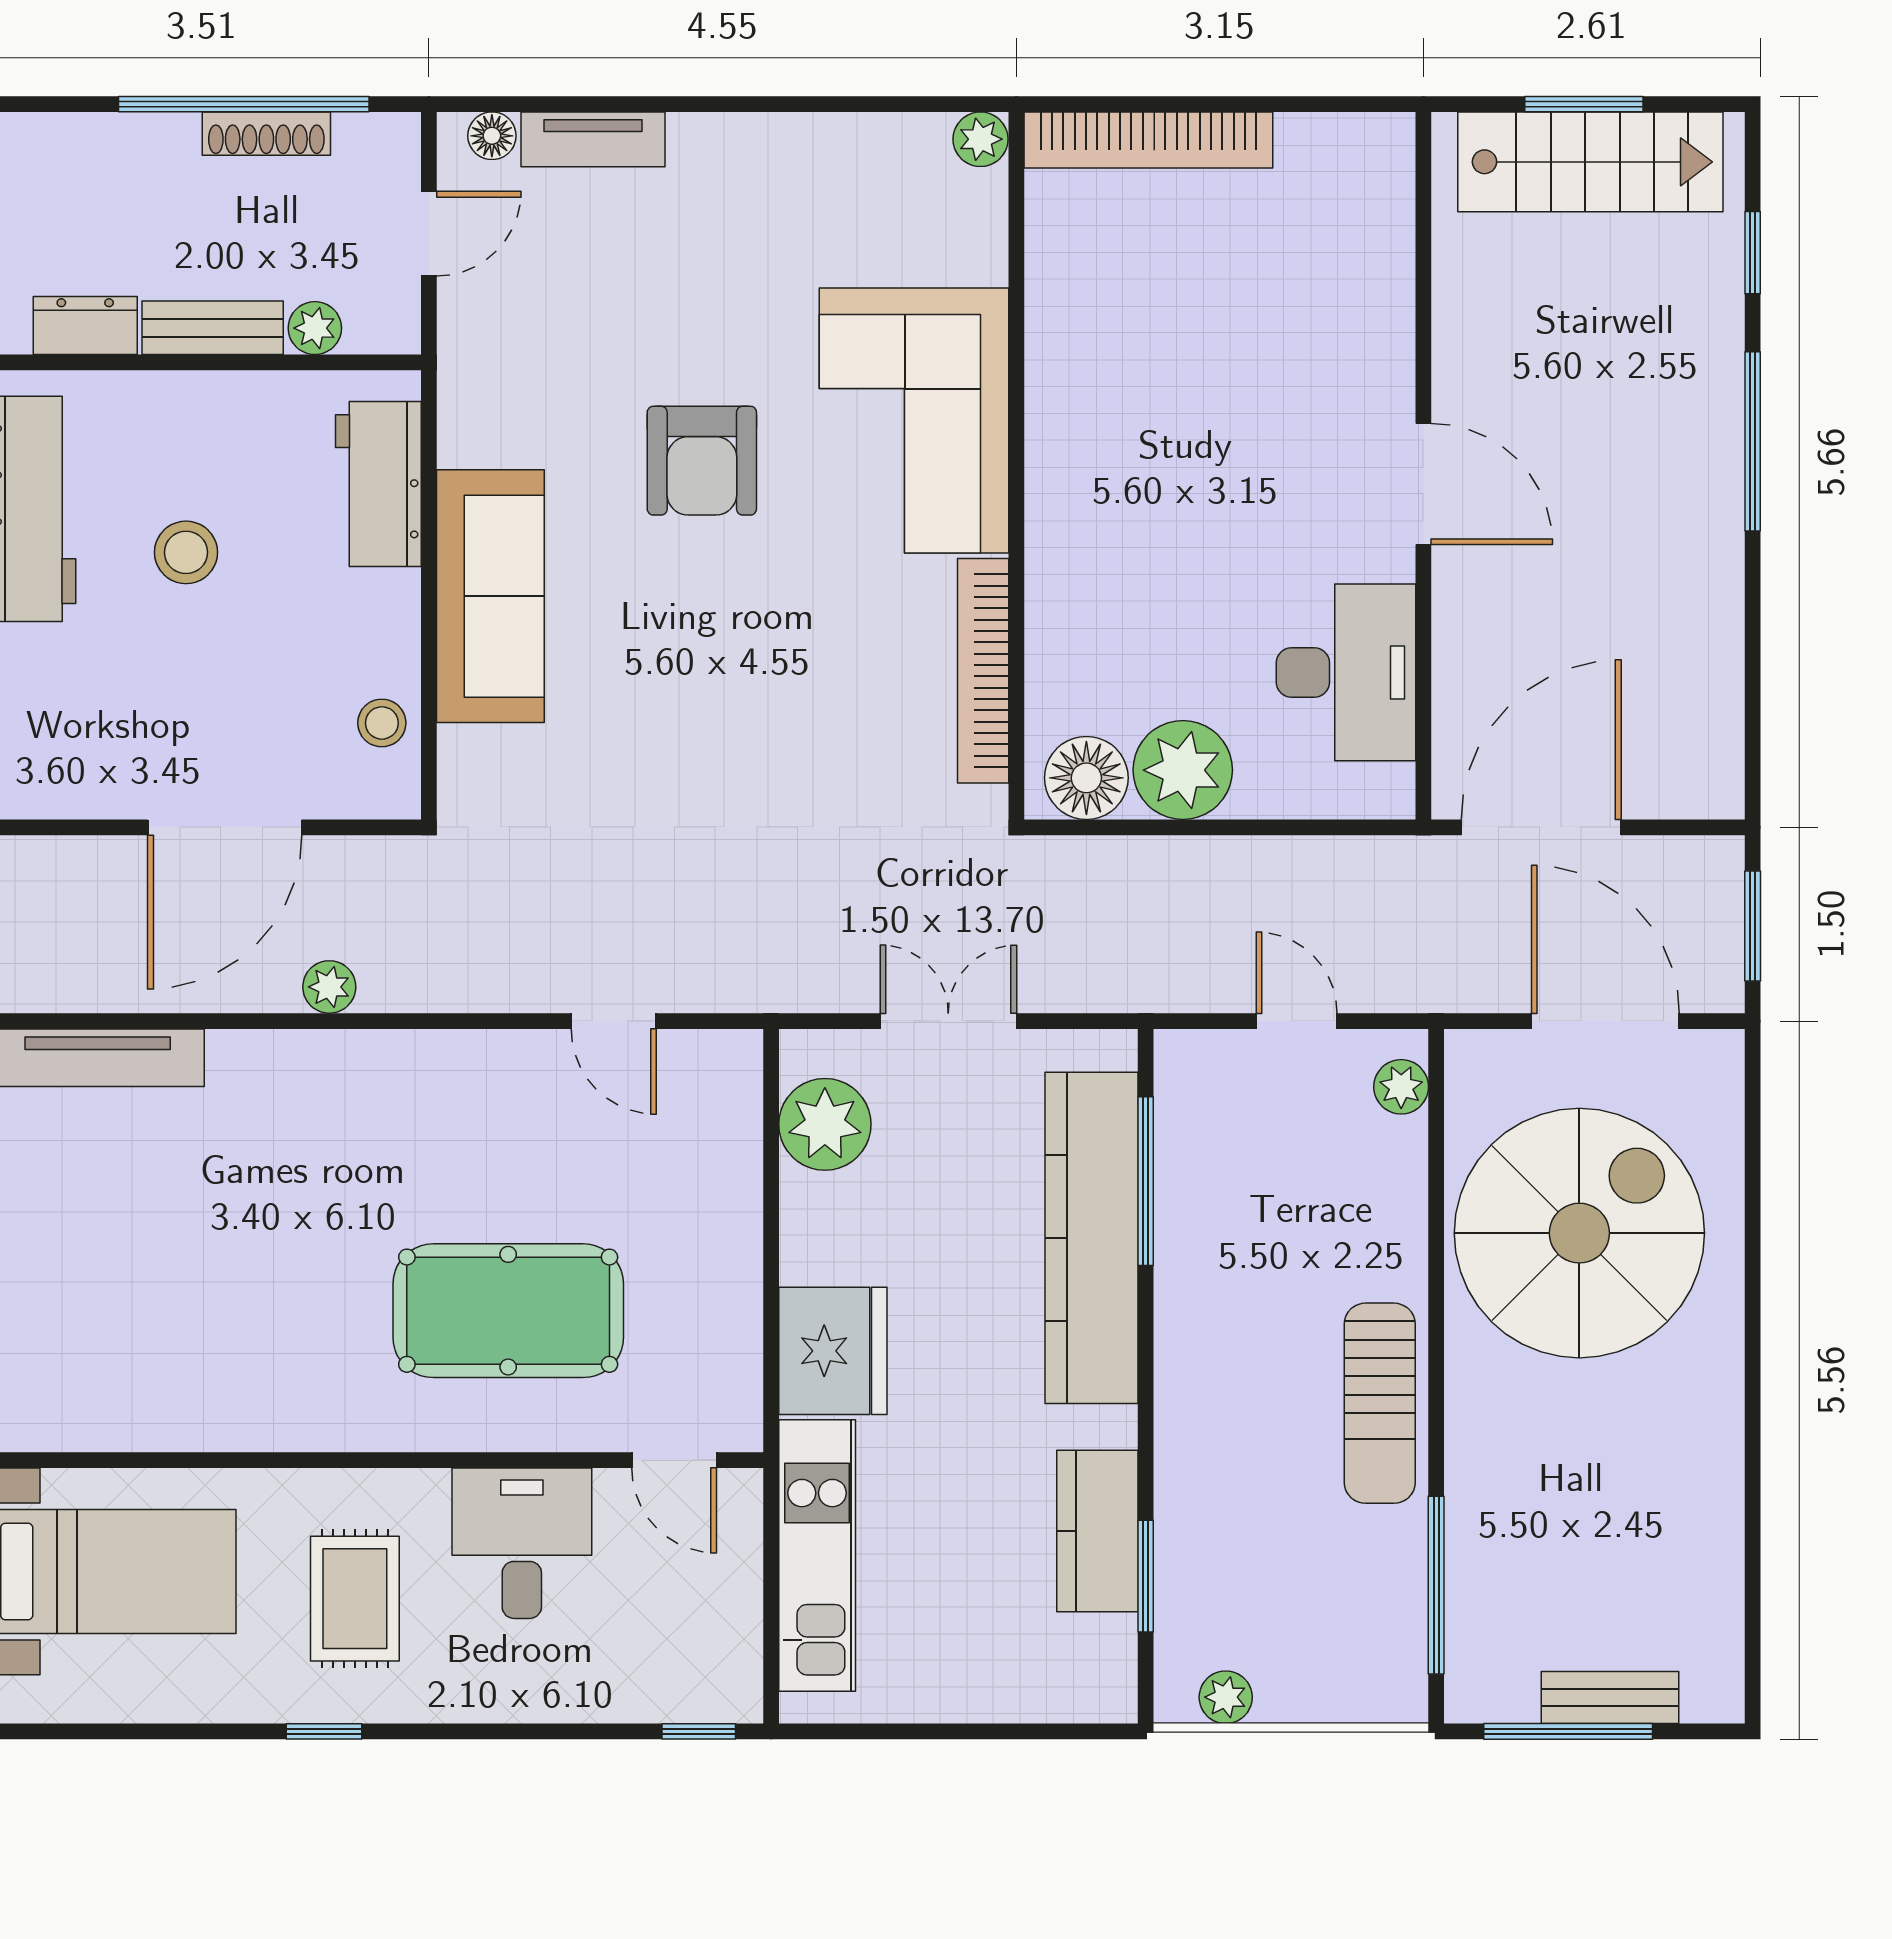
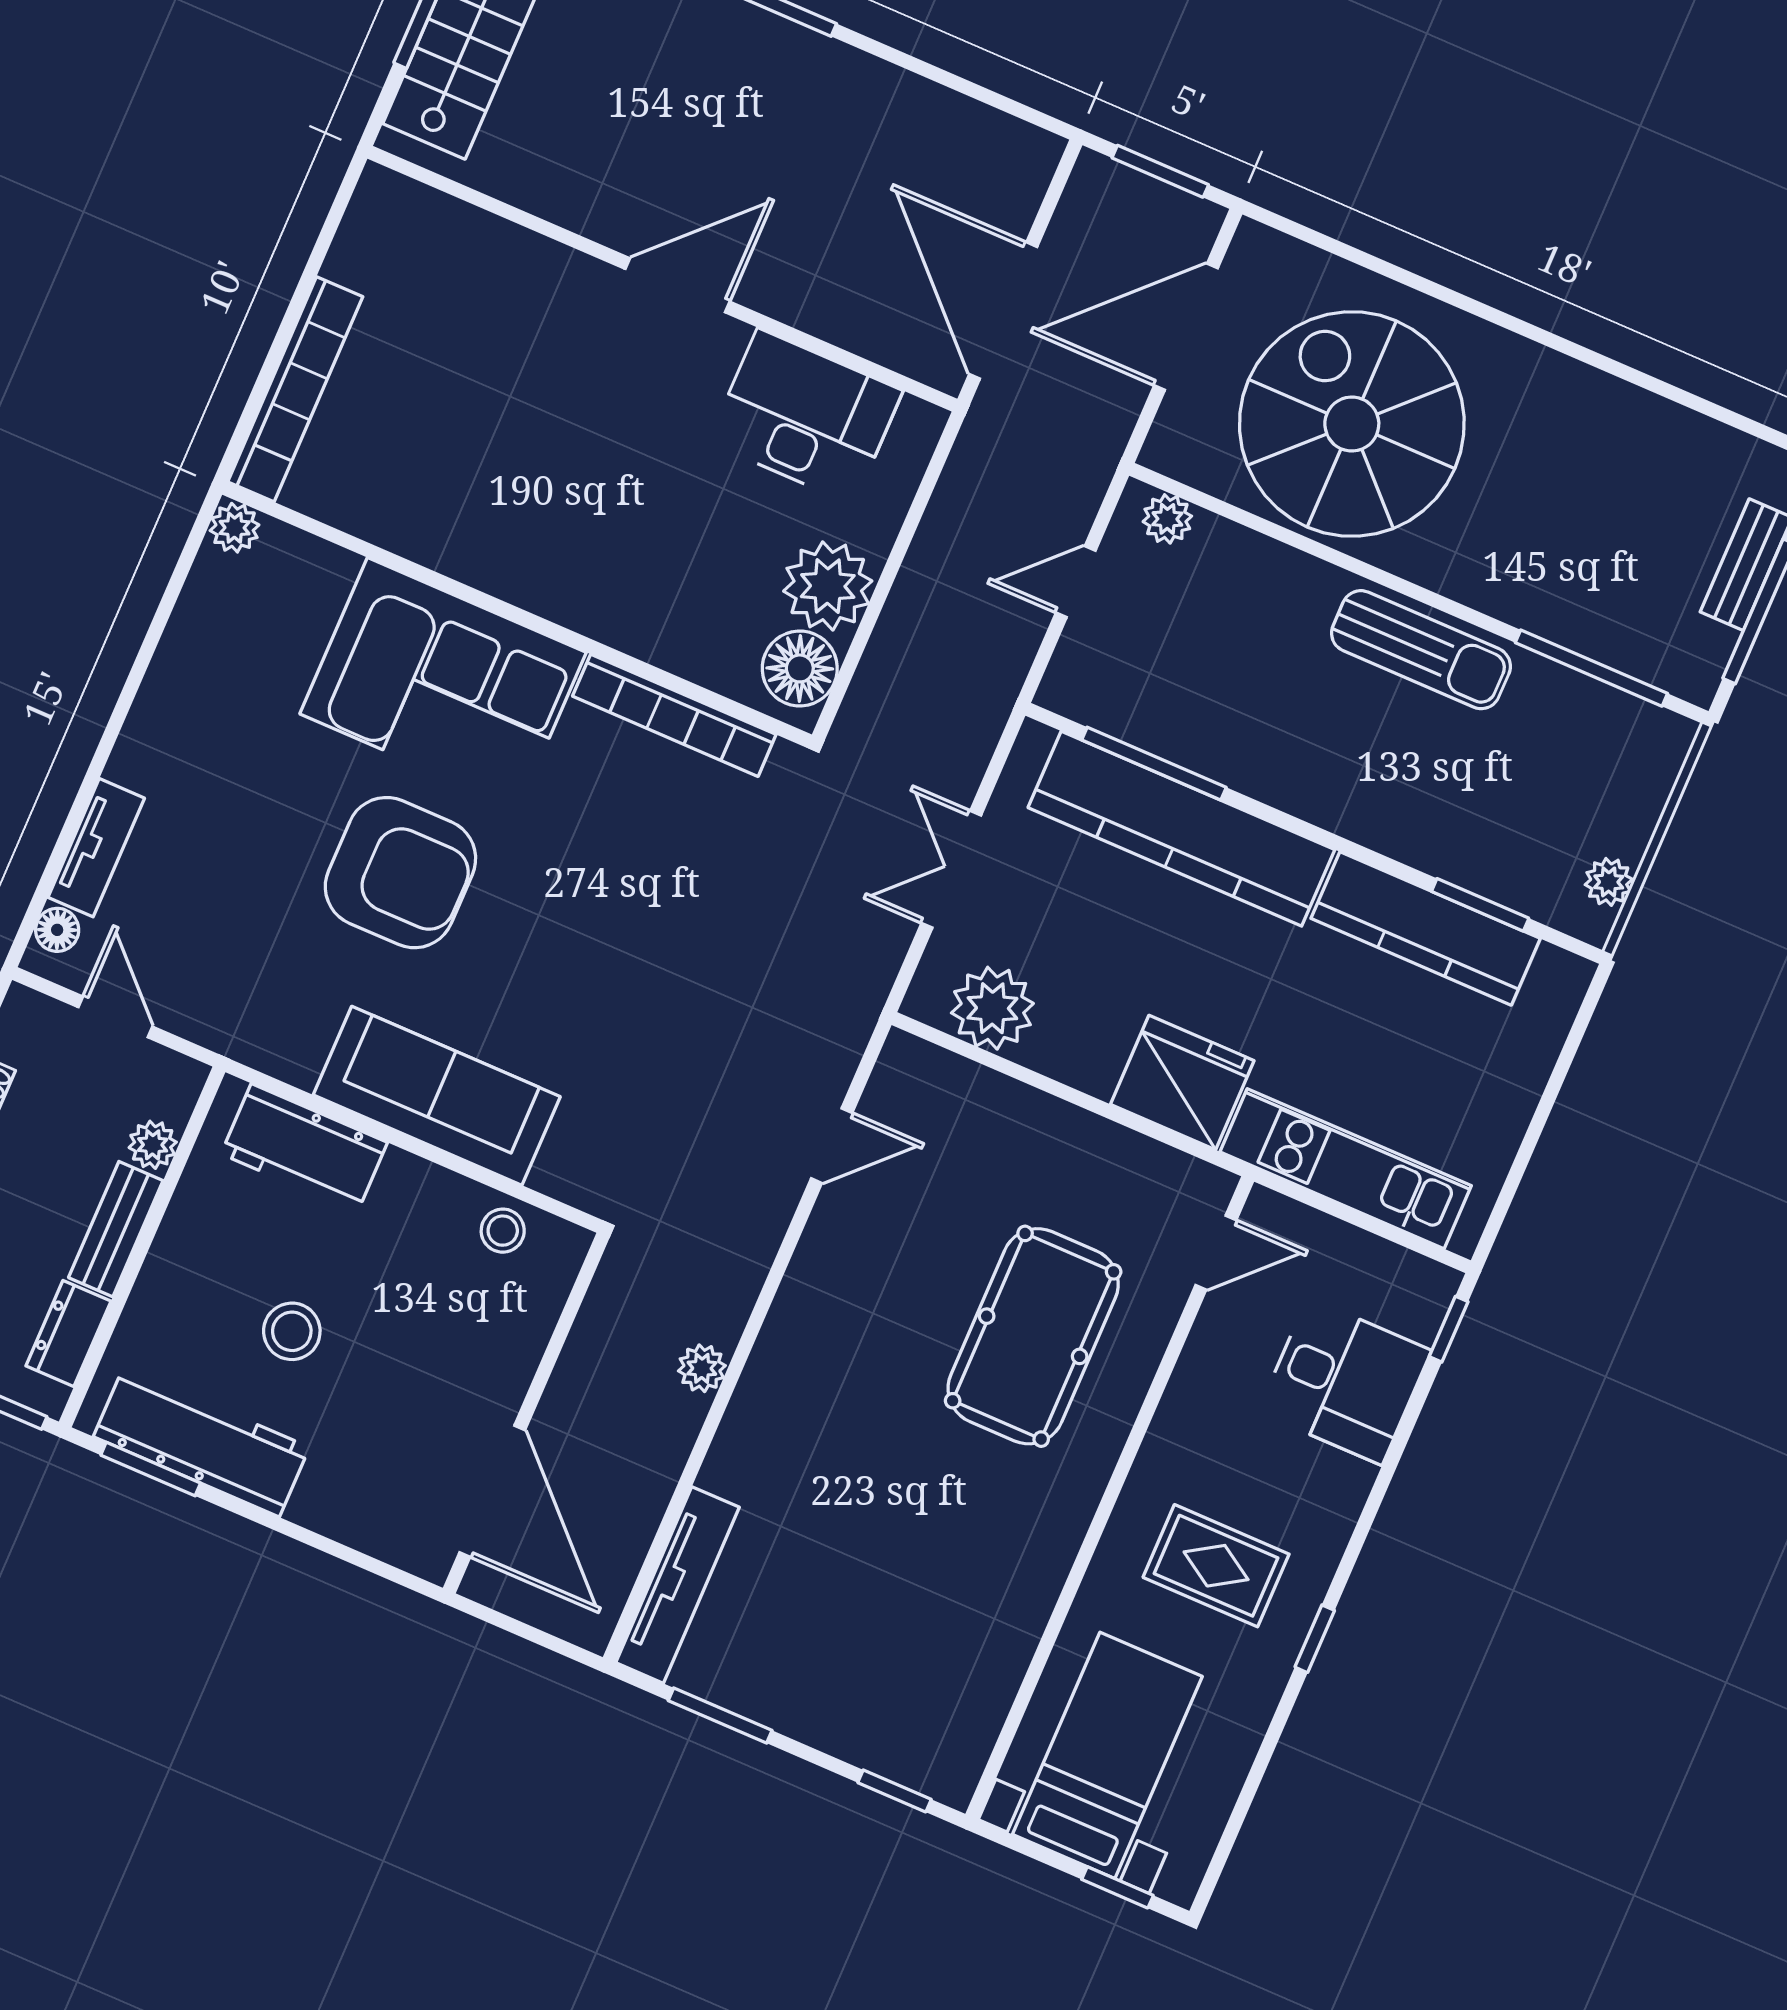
armchair: (702, 461) -> (400, 873), width x1.36, depth x1.36
door: (225, 827) -> (492, 1491), moved
kitchen counter: (1097, 1531) -> (1426, 928), width x1.50
desk: (522, 1543) -> (1345, 1381), moved, turned 180

